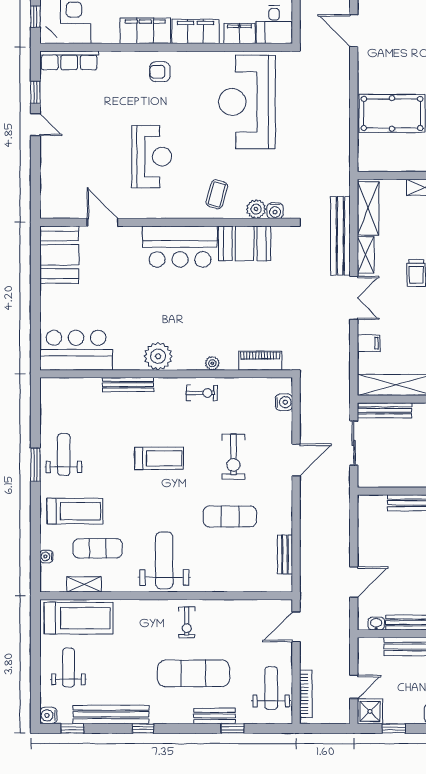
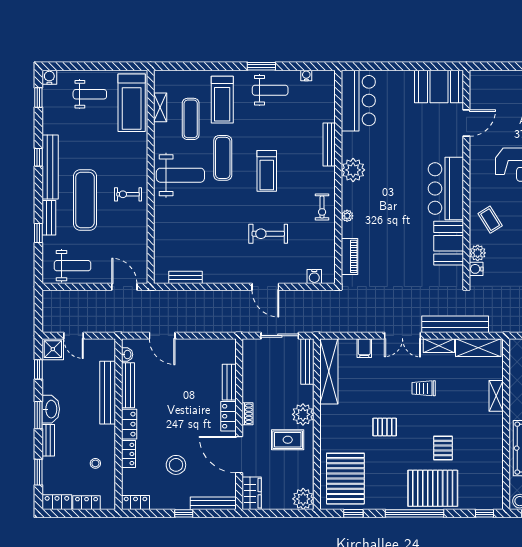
coffee table: (217, 194) -> (490, 220), turned 42
exercise mat: (230, 516) -> (223, 158), moved
water cooler: (46, 556) -> (306, 75), moved
bookcase: (306, 694) -> (68, 295), removed
bench: (111, 714) -> (50, 167), moved

